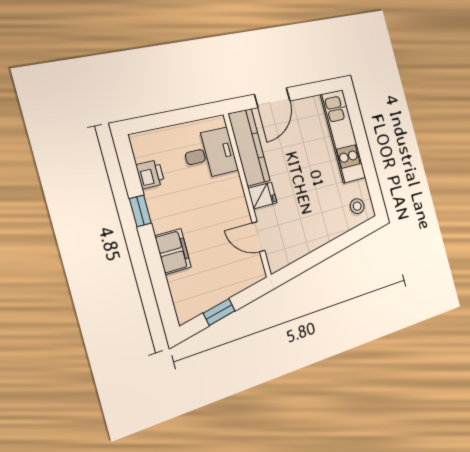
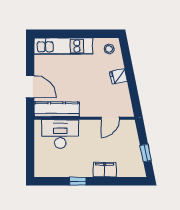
desk: (210, 154) -> (60, 134), width x1.37
printer: (150, 174) -> (59, 171), removed
fridge: (262, 196) -> (118, 77), moved, turned -101

